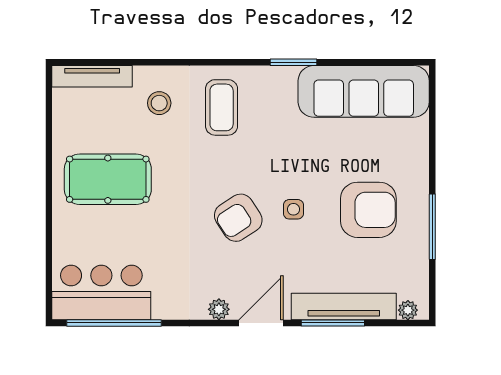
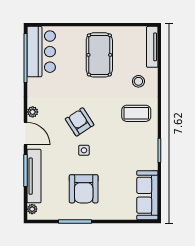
sofa: (364, 91) -> (147, 195), width x0.74, depth x0.79

